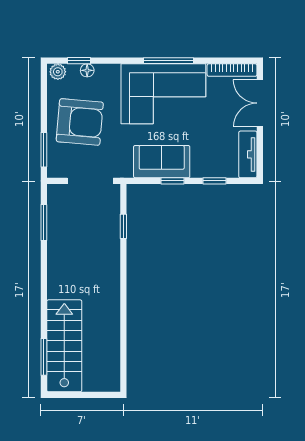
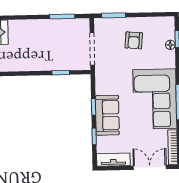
plant: (58, 72) -> (169, 24), removed
armchair: (80, 122) -> (134, 40), width x0.53, depth x0.53
sofa: (162, 162) -> (107, 115), moved

